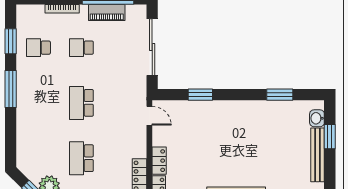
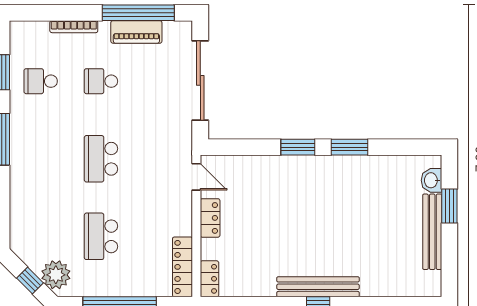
window: (200, 95) -> (298, 147), moved
window: (280, 95) -> (350, 147), moved
locker: (159, 161) -> (210, 218), moved

